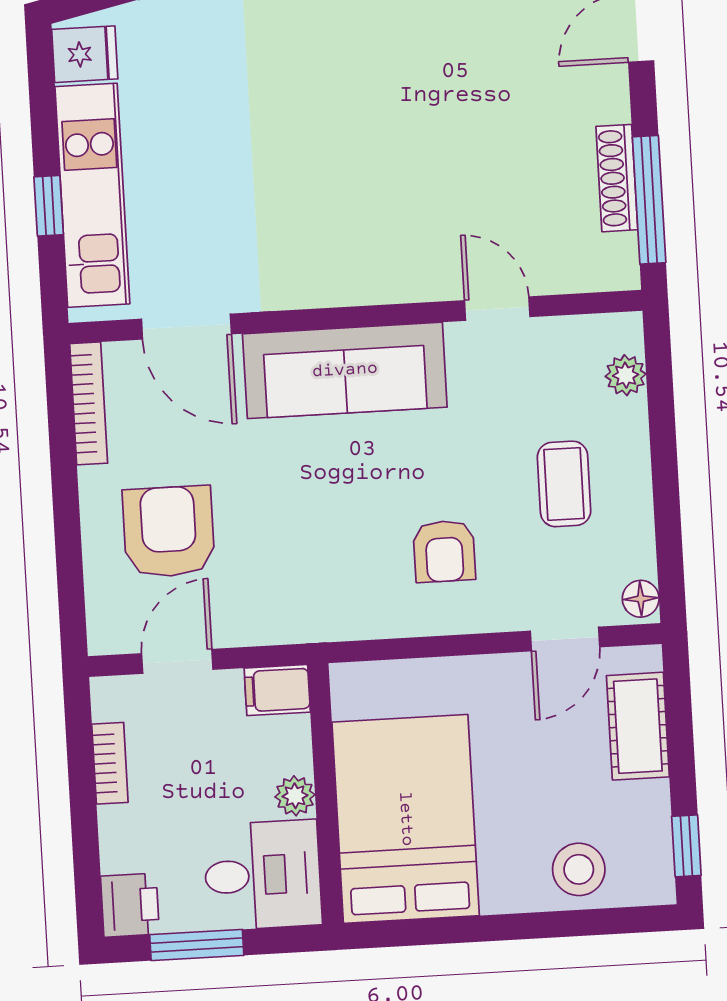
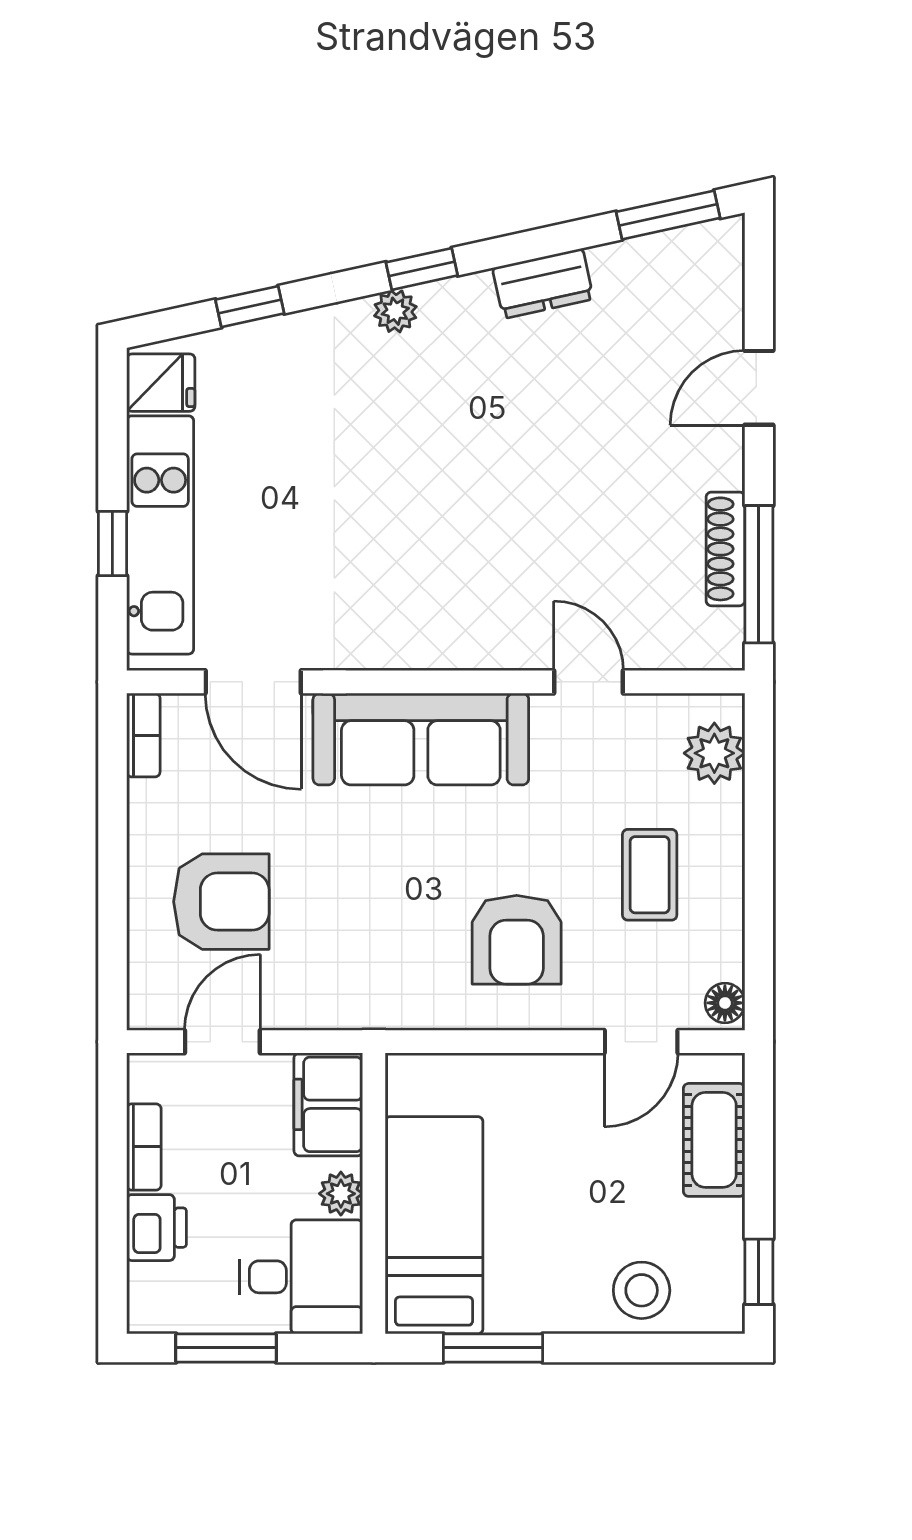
plant: (626, 375) -> (714, 753), width x1.38, depth x1.38
bookcase: (89, 403) -> (143, 735), width x0.64
armchair: (169, 532) -> (221, 902), turned 90
armchair: (444, 551) -> (517, 940), width x1.38, depth x1.38
filing cabinet: (277, 690) -> (328, 1104), width x2.00
bed: (406, 819) -> (434, 1225), width x0.67
printer: (130, 905) -> (156, 1228), moved
window: (444, 931) -> (493, 1348), added

